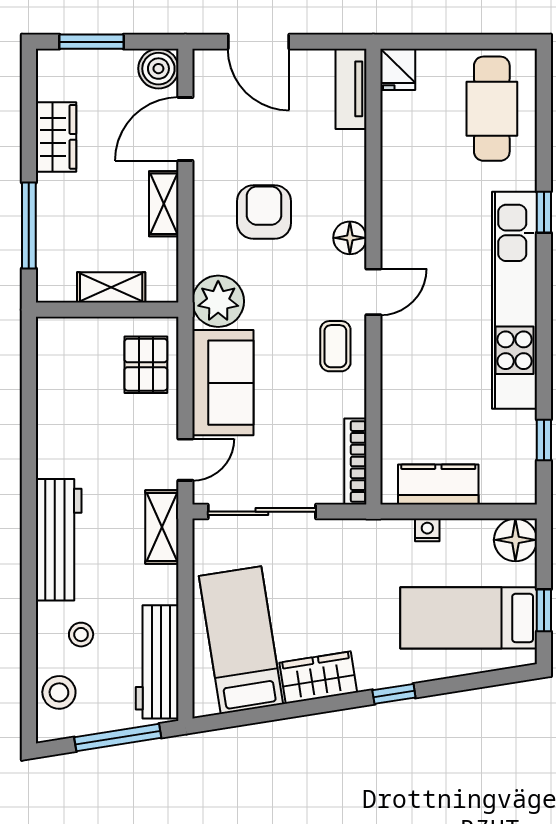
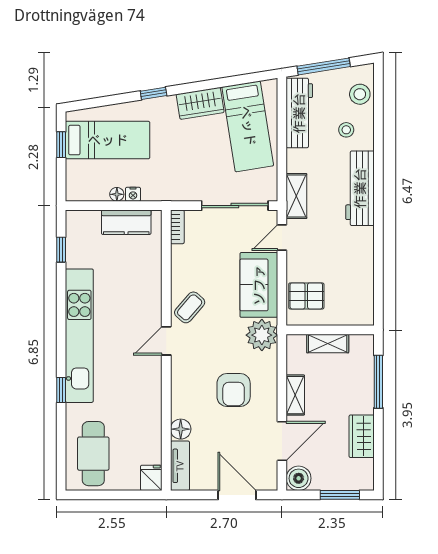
floor lamp: (350, 238) -> (181, 429), moved
coffee table: (335, 346) -> (190, 307), turned 41
pallet: (146, 365) -> (306, 296), turned 90
bookcase: (355, 461) -> (177, 227), width x0.64
floor lamp: (515, 540) -> (117, 194), moved, width x0.53, depth x0.53

